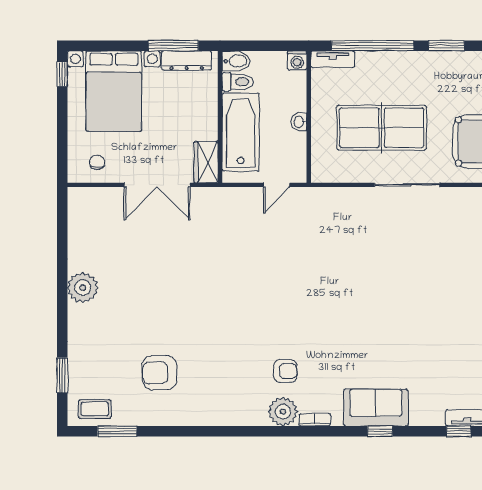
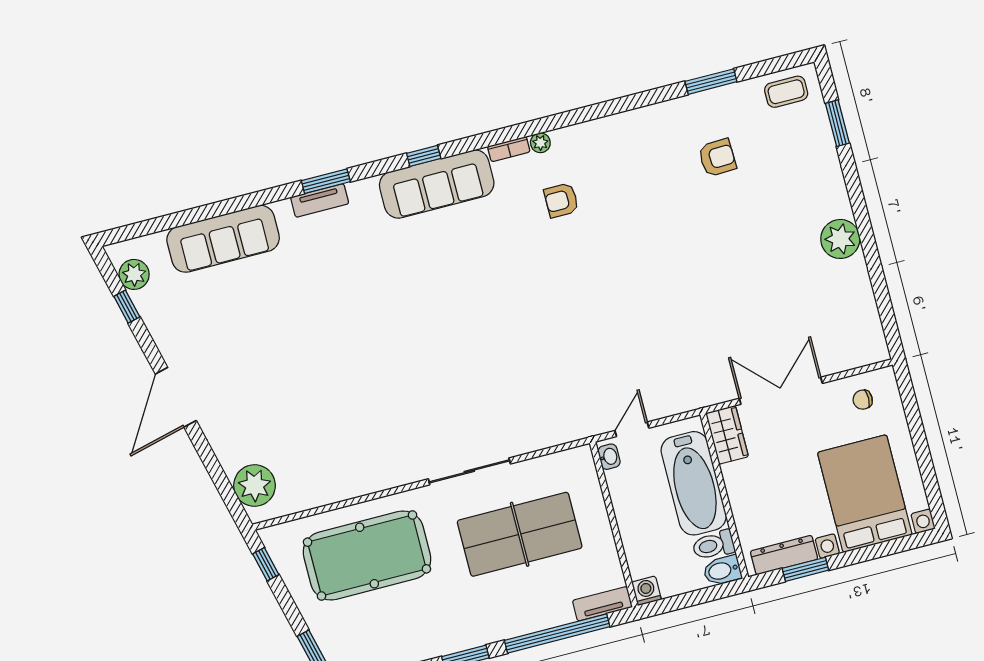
window: (173, 46) -> (805, 569), width x0.69
window: (62, 74) -> (934, 498), removed
washbasin: (299, 122) -> (609, 457), moved
chair: (97, 162) -> (863, 400), turned 90
armchair: (159, 373) -> (717, 158), width x0.72, depth x0.72
sofa: (376, 407) -> (437, 184), width x1.36
plant: (283, 412) -> (540, 143), width x0.53, depth x0.53
window: (117, 431) -> (711, 82), moved
window: (459, 431) -> (326, 181), width x1.50

